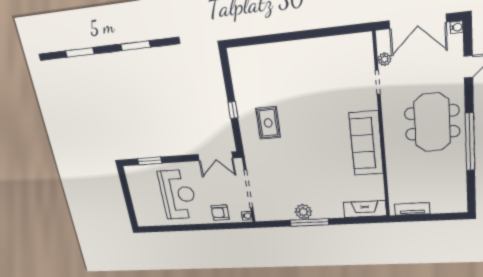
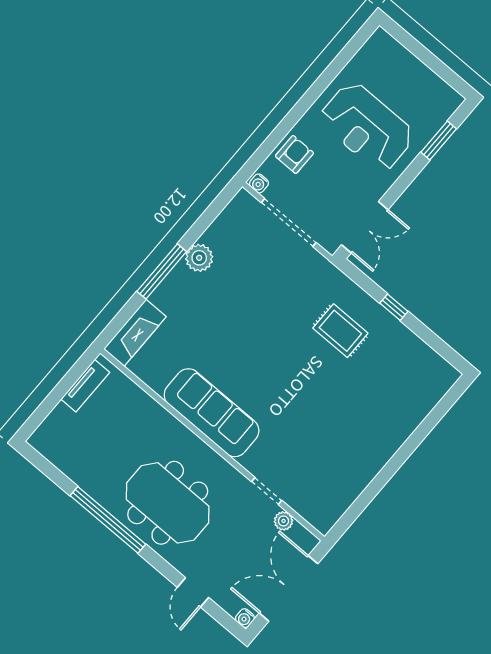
double door: (215, 156) -> (365, 227), swing flipped
window: (309, 222) -> (162, 271), moved

